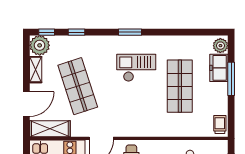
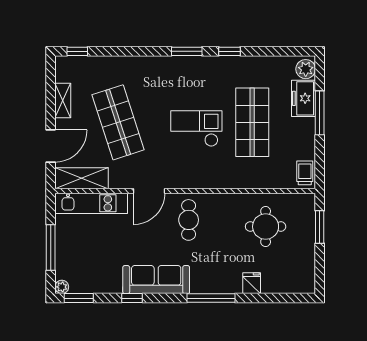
window: (76, 32) -> (229, 51), moved
plant: (40, 45) -> (68, 69), removed
checkout: (136, 68) -> (196, 129), moved

